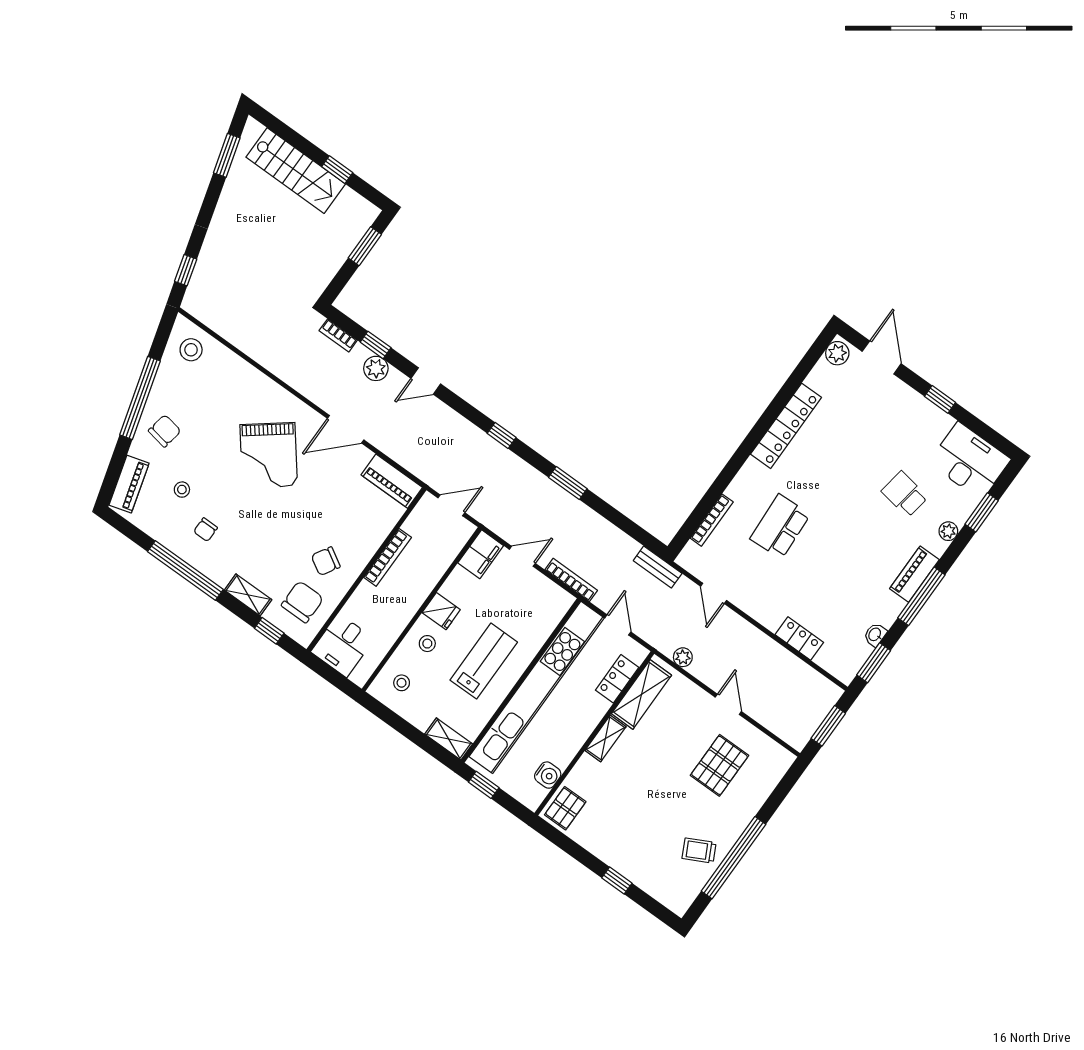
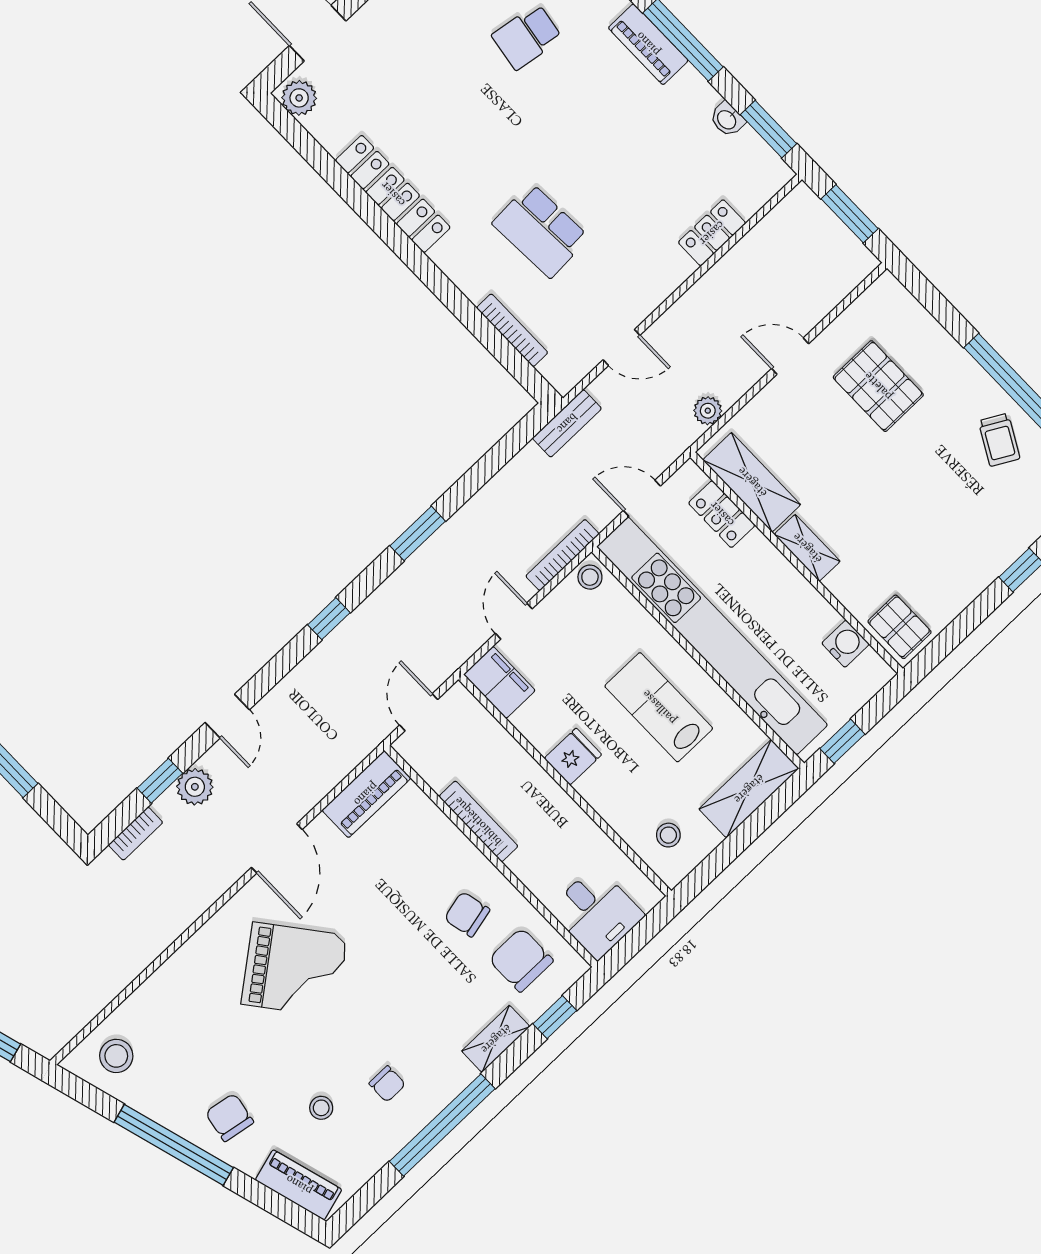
chair: (326, 561) -> (467, 914), turned 136
stool: (427, 644) -> (590, 577), moved
shelving: (449, 739) -> (749, 789), width x1.50, depth x1.33
trolley: (699, 851) -> (999, 440), turned -34

